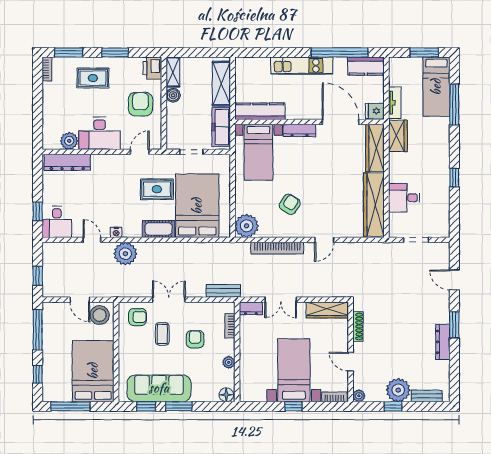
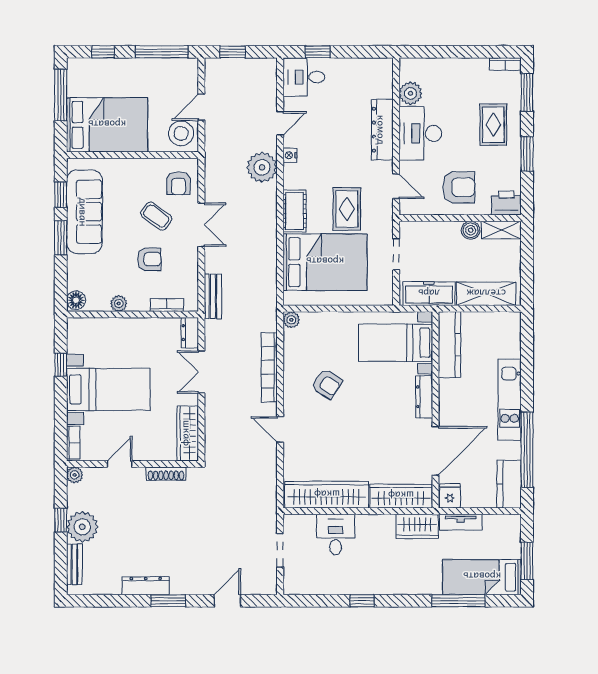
dresser: (67, 162) -> (382, 130), moved
plant: (247, 226) -> (291, 320), width x0.53, depth x0.53
coffee table: (162, 334) -> (156, 216), turned 36
window: (294, 406) -> (61, 365), moved

